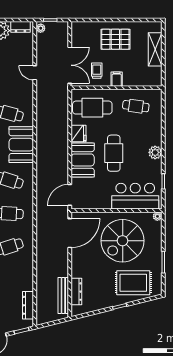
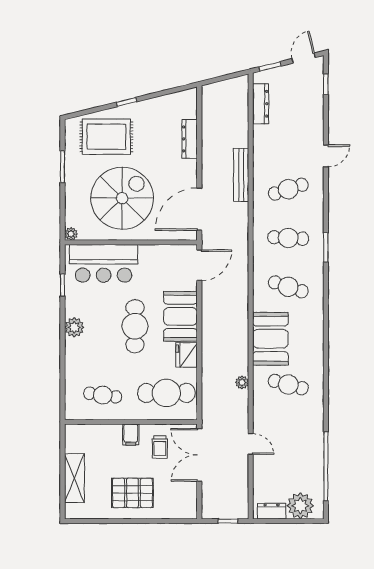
plant: (41, 28) -> (242, 382), moved
dresser: (76, 292) -> (190, 139), moved
bench: (63, 296) -> (241, 175), moved

